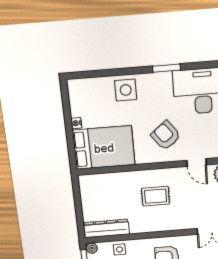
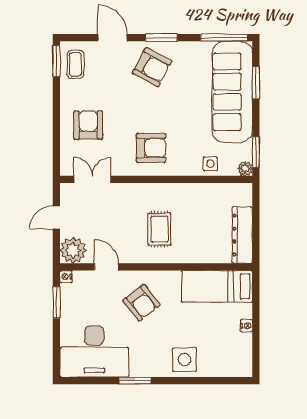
bed: (104, 148) -> (217, 286), width x0.67
rug: (156, 196) -> (159, 229), turned 90
dresser: (106, 228) -> (242, 235), moved, turned 90

